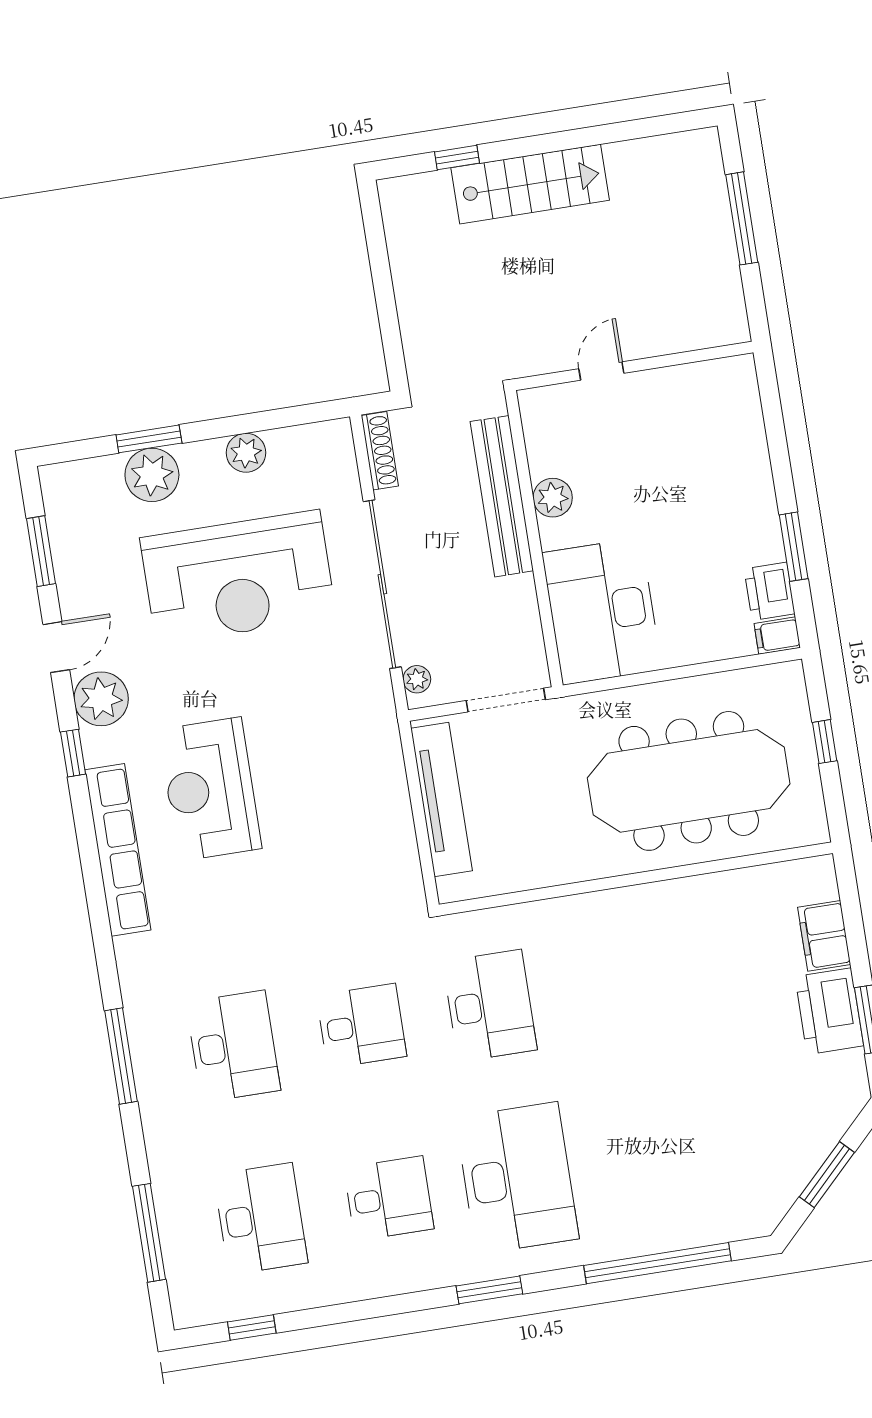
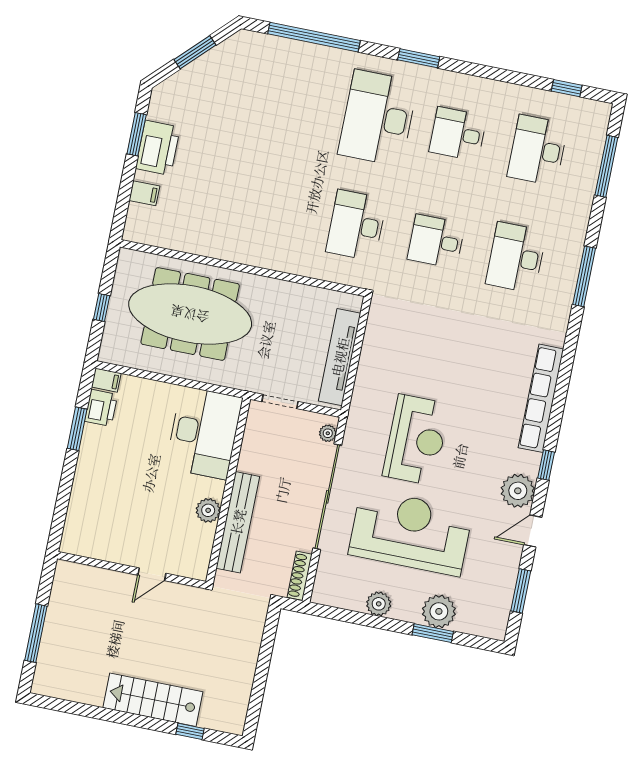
doorway: (506, 700) -> (280, 402), width x0.73
reception desk: (210, 789) -> (416, 440), moved
filing cabinet: (824, 936) -> (144, 193), width x0.50

